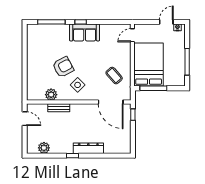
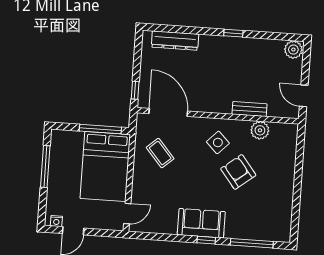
armchair: (63, 67) -> (238, 172), turned 80
plant: (44, 148) -> (293, 50), moved
dresser: (88, 148) -> (175, 41), moved

